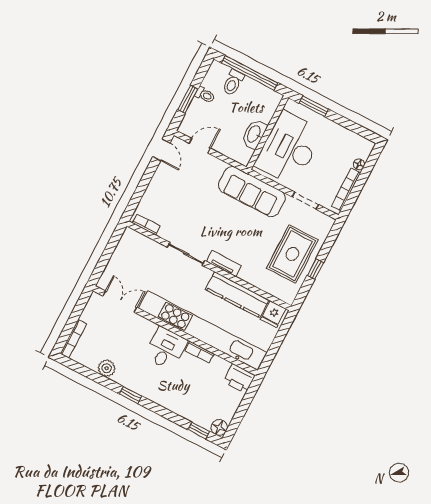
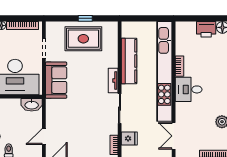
washbasin: (254, 134) -> (32, 105), moved
door: (200, 146) -> (44, 137), hinge flipped
sofa: (252, 192) -> (56, 80), width x0.73
fridge: (273, 314) -> (129, 138), moved
printer: (239, 379) -> (206, 29), moved, turned 90

